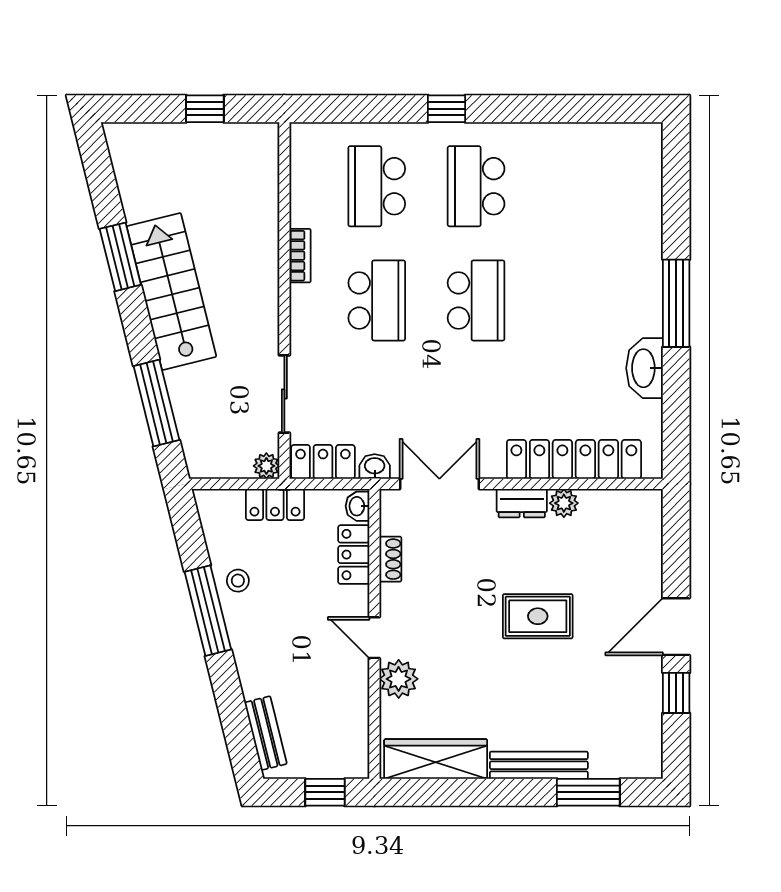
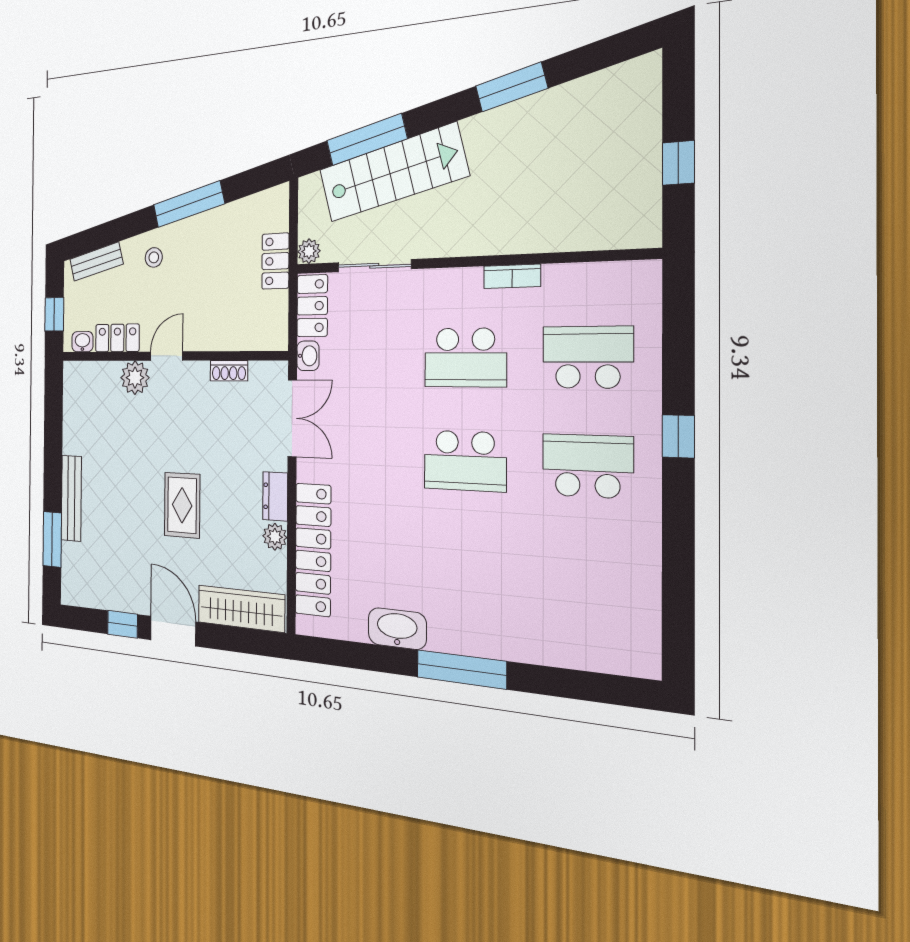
stairs: (171, 291) -> (393, 173), moved
washbasin: (358, 506) -> (82, 342), moved
locker: (354, 555) -> (117, 338), moved
stool: (238, 581) -> (154, 257), moved
wardrobe: (436, 759) -> (241, 609), moved, turned -90

